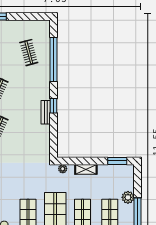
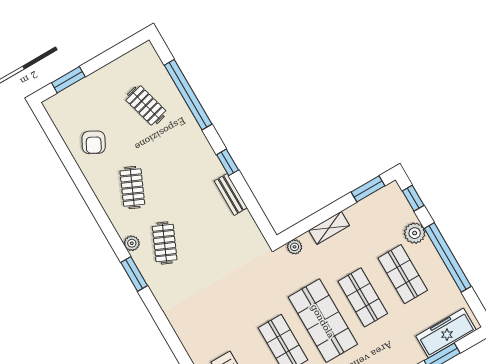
bench: (46, 112) -> (231, 194), moved
window: (138, 179) -> (413, 198), added

